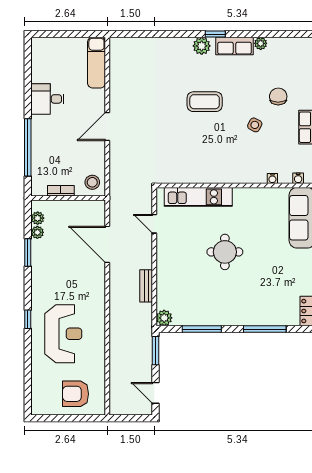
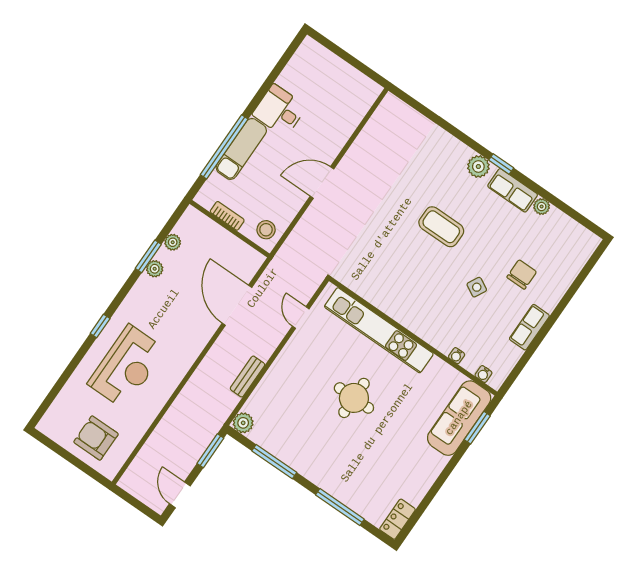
exam couch: (96, 63) -> (241, 149), moved, turned 180
kitchen unit: (198, 197) -> (379, 330), width x1.36
plant: (38, 218) -> (155, 269), moved

